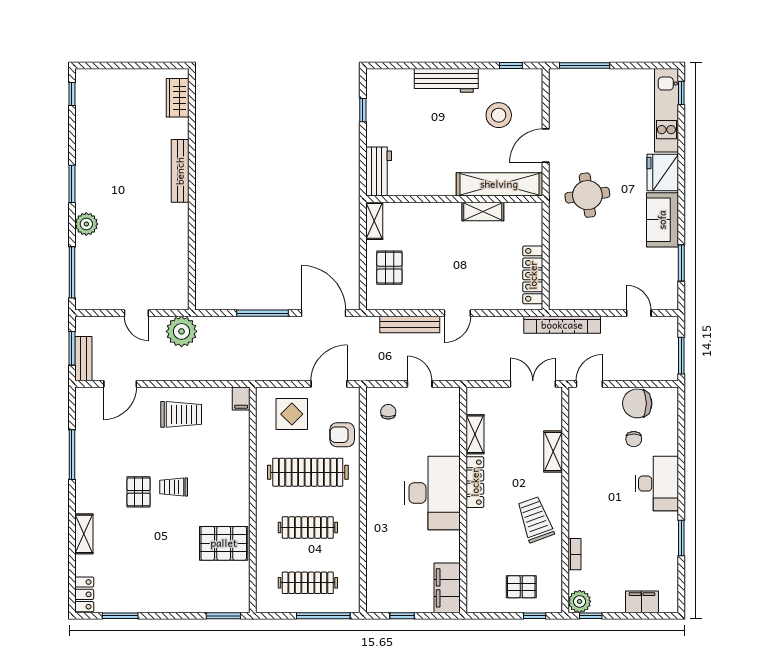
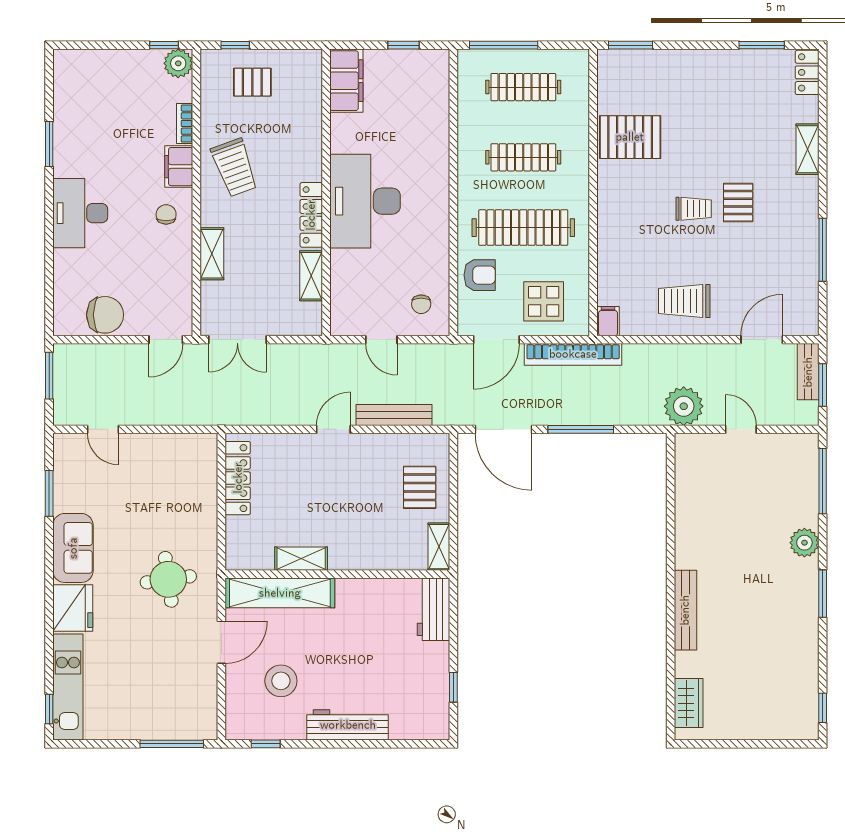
bookcase: (562, 325) -> (573, 354), moved, turned 180
chair: (634, 439) -> (166, 214), moved
filing cabinet: (642, 602) -> (179, 167), moved, turned 90

